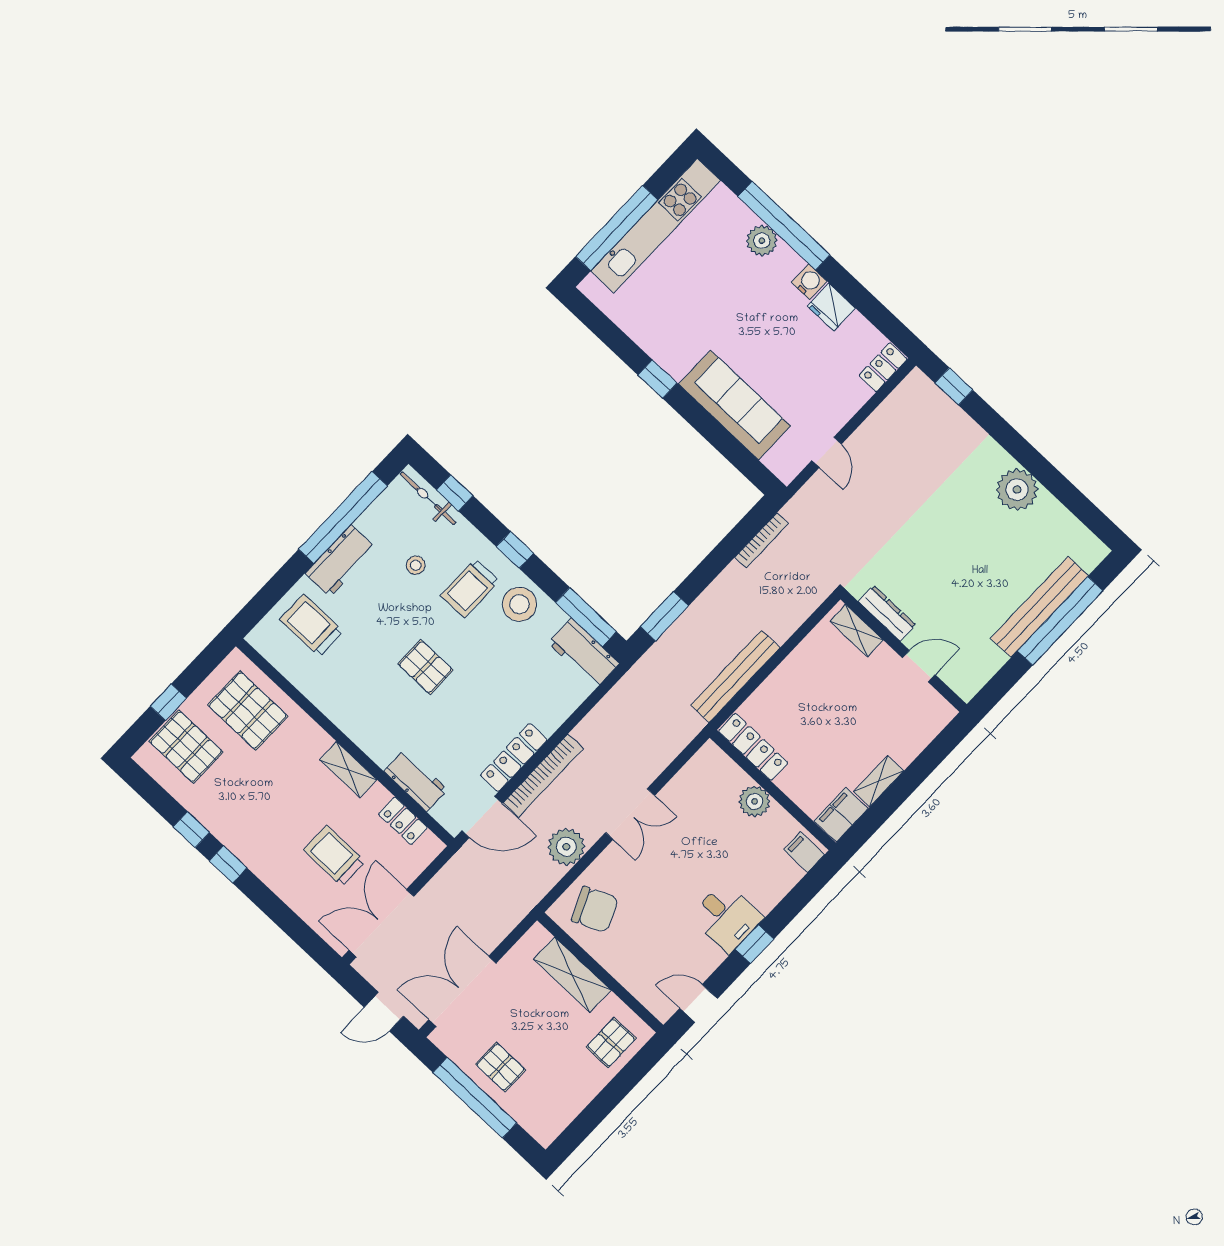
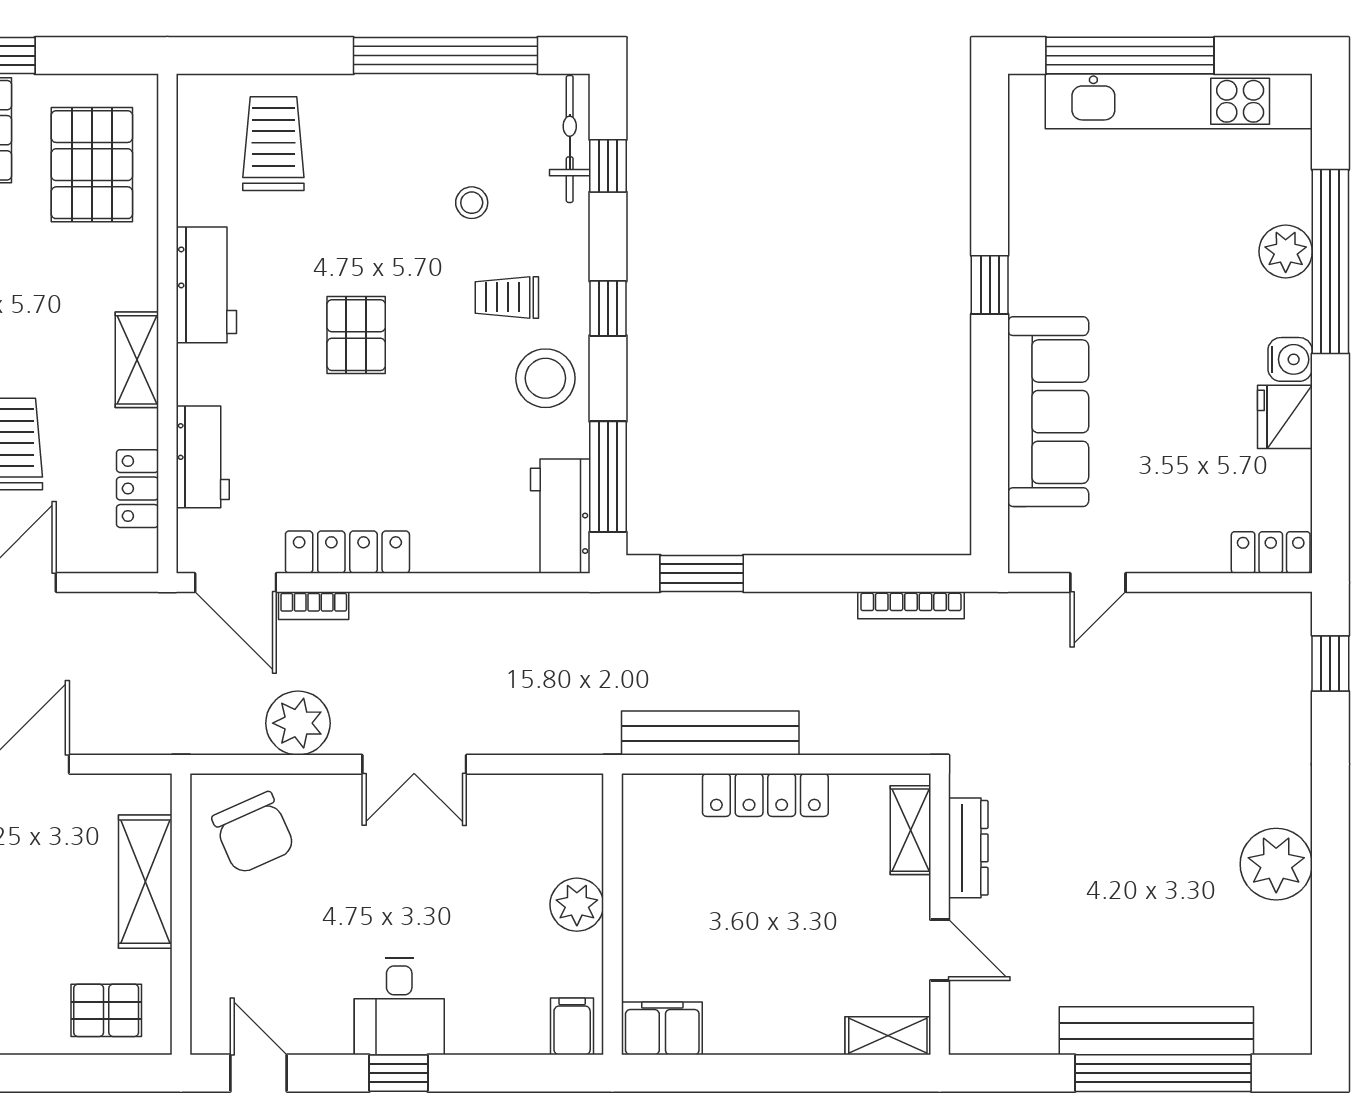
workbench: (341, 561) -> (206, 285), moved, turned -90
trolley: (470, 588) -> (507, 297), width x0.73, depth x0.72
locker: (753, 747) -> (765, 795), moved, turned 90
bookcase: (543, 775) -> (314, 606), width x0.43, depth x0.76
shelving: (879, 781) -> (888, 1036), moved

